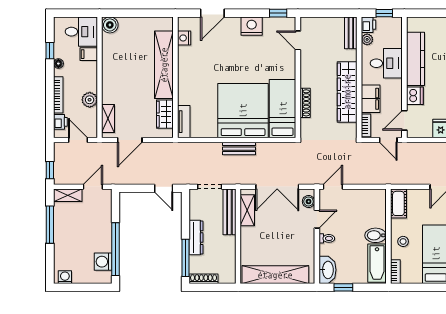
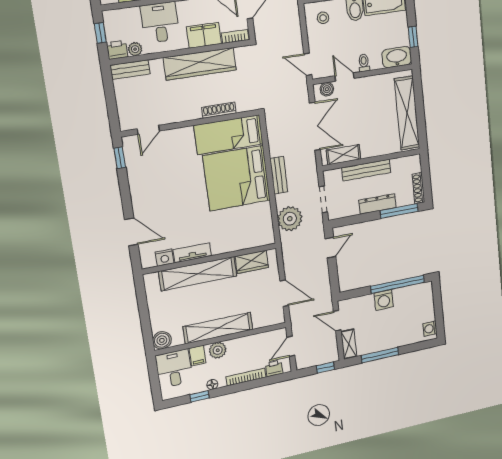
nightstand: (252, 26) -> (140, 185), removed
plant: (90, 100) -> (218, 350), moved
shelving: (108, 118) -> (218, 328), moved, width x2.20, depth x1.33
tv unit: (184, 122) -> (192, 253), moved
plant: (198, 154) -> (290, 219), added
stool: (371, 205) -> (323, 18), added
bench: (229, 212) -> (366, 170), moved
washing machine: (103, 262) -> (384, 300), moved

